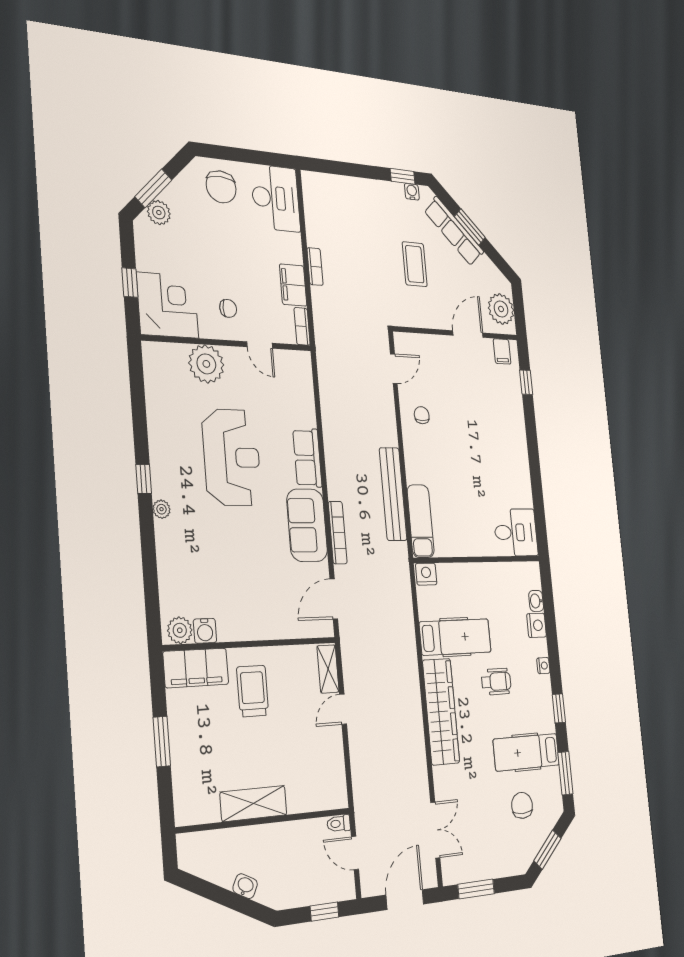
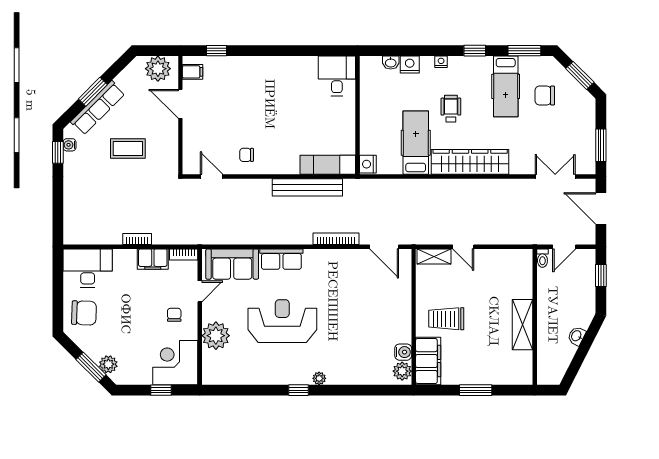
sofa: (307, 525) -> (232, 264), moved

